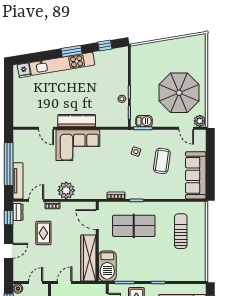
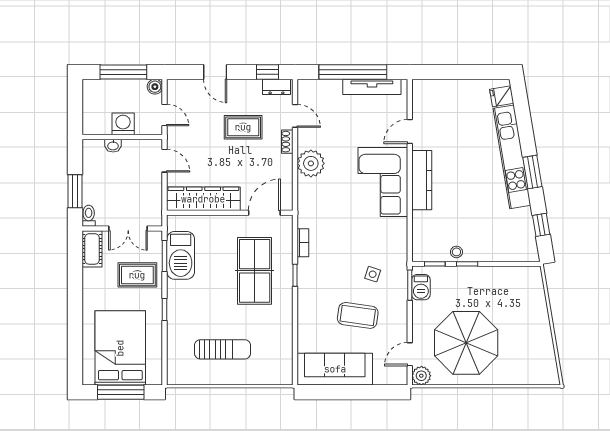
tv unit: (18, 181) -> (372, 87), moved
sun lounger: (181, 231) -> (222, 349), moved
barbecue: (107, 266) -> (181, 255), moved, turned -90

